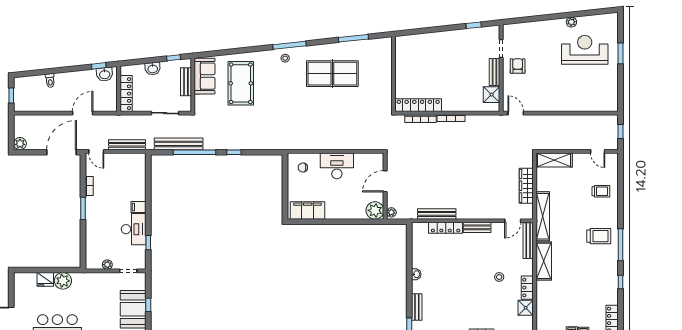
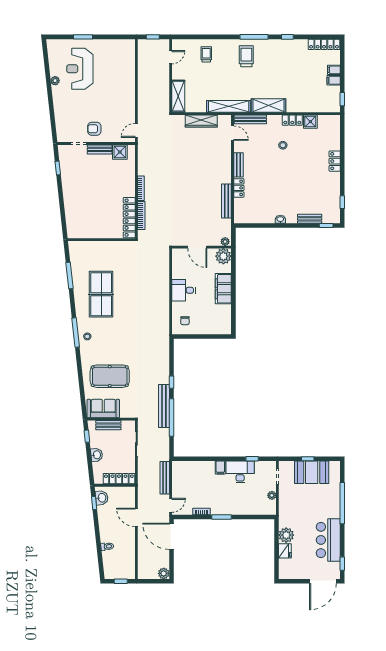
bench: (179, 144) -> (164, 406), moved
desk: (337, 166) -> (183, 290), width x0.73
filing cabinet: (308, 210) -> (223, 289), moved
locker: (446, 228) -> (239, 188), width x0.66

